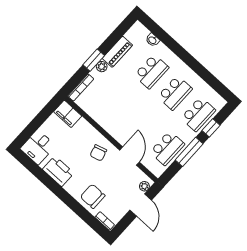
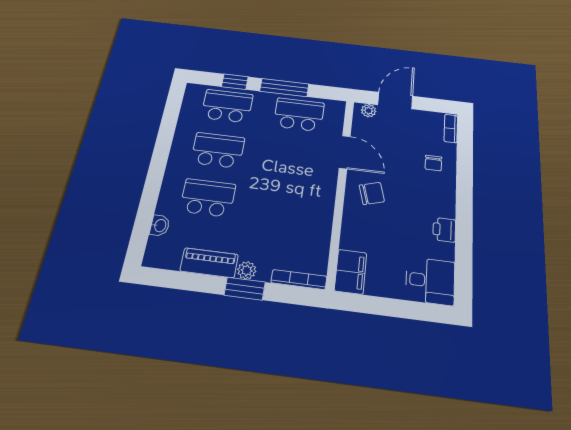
door: (129, 156) -> (345, 152), swing flipped
printer: (58, 171) -> (444, 230), width x0.53, depth x0.68
chair: (93, 196) -> (433, 163), width x0.54, depth x0.54

